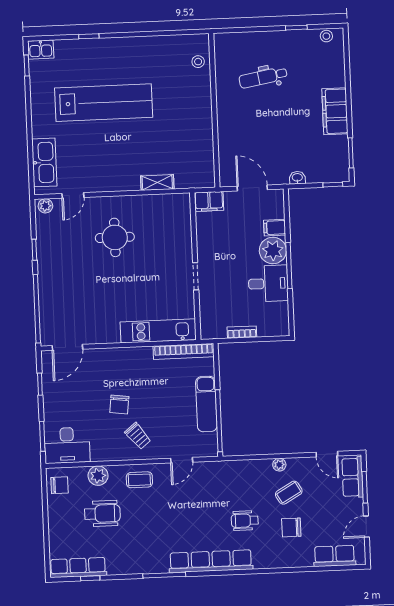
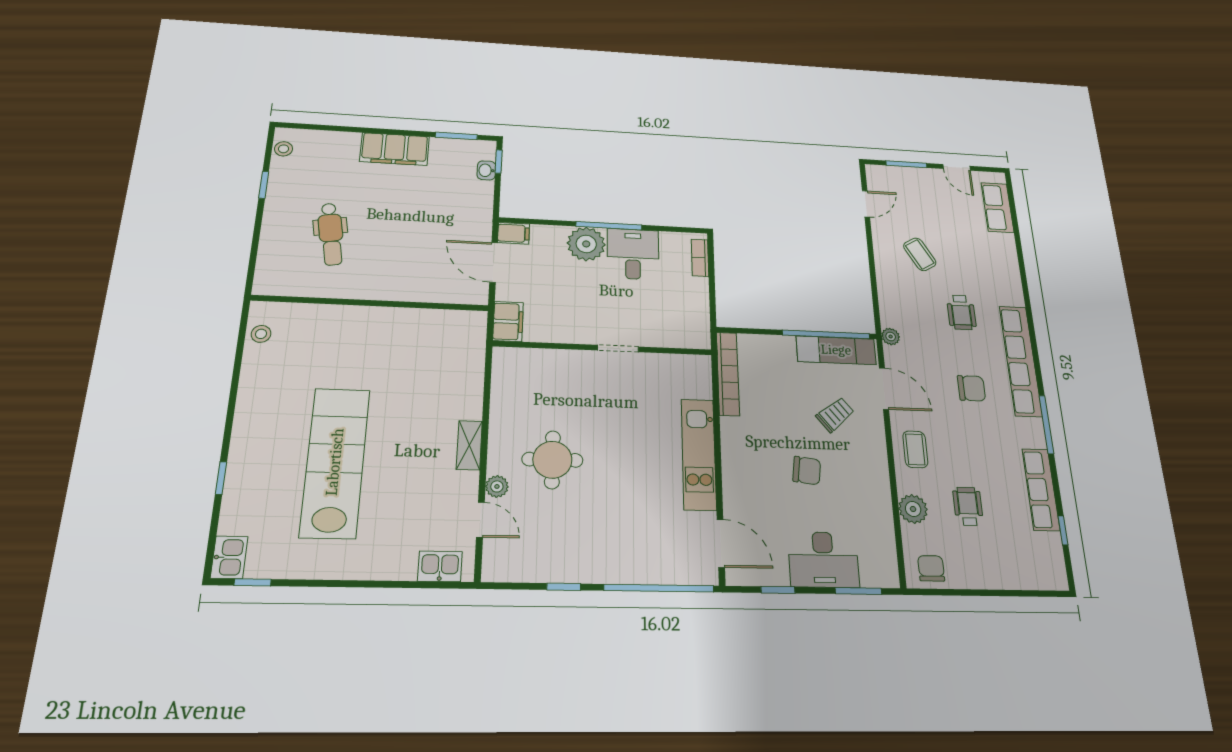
stool: (198, 62) -> (261, 334), moved
kitchen sink: (44, 162) -> (440, 566), width x0.53, depth x0.81
washbasin: (297, 178) -> (486, 170), moved
shelving: (157, 183) -> (469, 445), moved
door: (252, 188) -> (494, 262), hinge flipped
plant: (45, 206) -> (497, 486), moved
filing cabinet: (275, 228) -> (514, 233), moved, turned -90
kitchen unit: (158, 331) -> (699, 454), moved
bookcase: (242, 332) -> (700, 258), moved
exam couch: (206, 404) -> (836, 350), moved
trolley: (138, 436) -> (835, 415), moved
desk: (67, 445) -> (823, 560), moved, turned 90
door: (182, 460) -> (884, 389), width x1.38
plant: (279, 465) -> (891, 336), moved
row of seats: (353, 477) -> (894, 177), removed
wheelchair: (102, 514) -> (968, 506), width x0.73, depth x0.73
chair: (291, 527) -> (971, 388), moved, turned -90
row of seats: (78, 568) -> (1041, 490), moved

